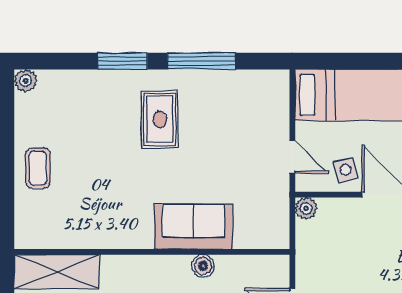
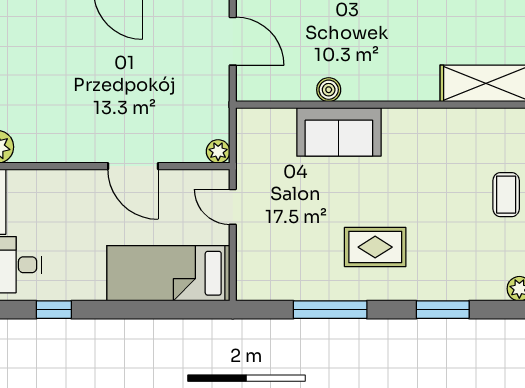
window: (122, 61) -> (443, 310), moved
rug: (160, 119) -> (375, 247), turned 90
side table: (345, 170) -> (176, 193), removed

